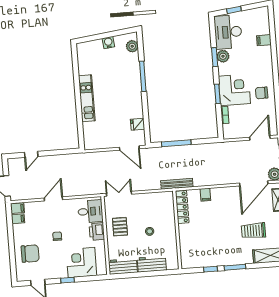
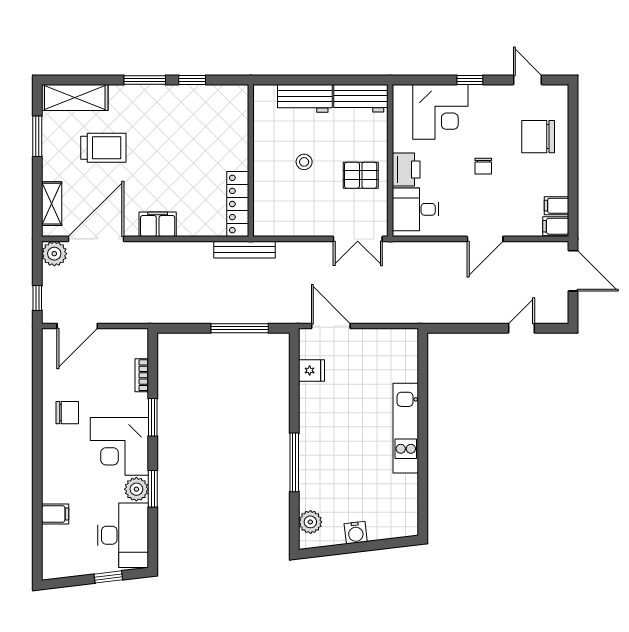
corner desk: (234, 90) -> (119, 446), moved
filing cabinet: (205, 195) -> (158, 224), moved, width x2.00
pallet: (120, 227) -> (361, 175), turned 90

